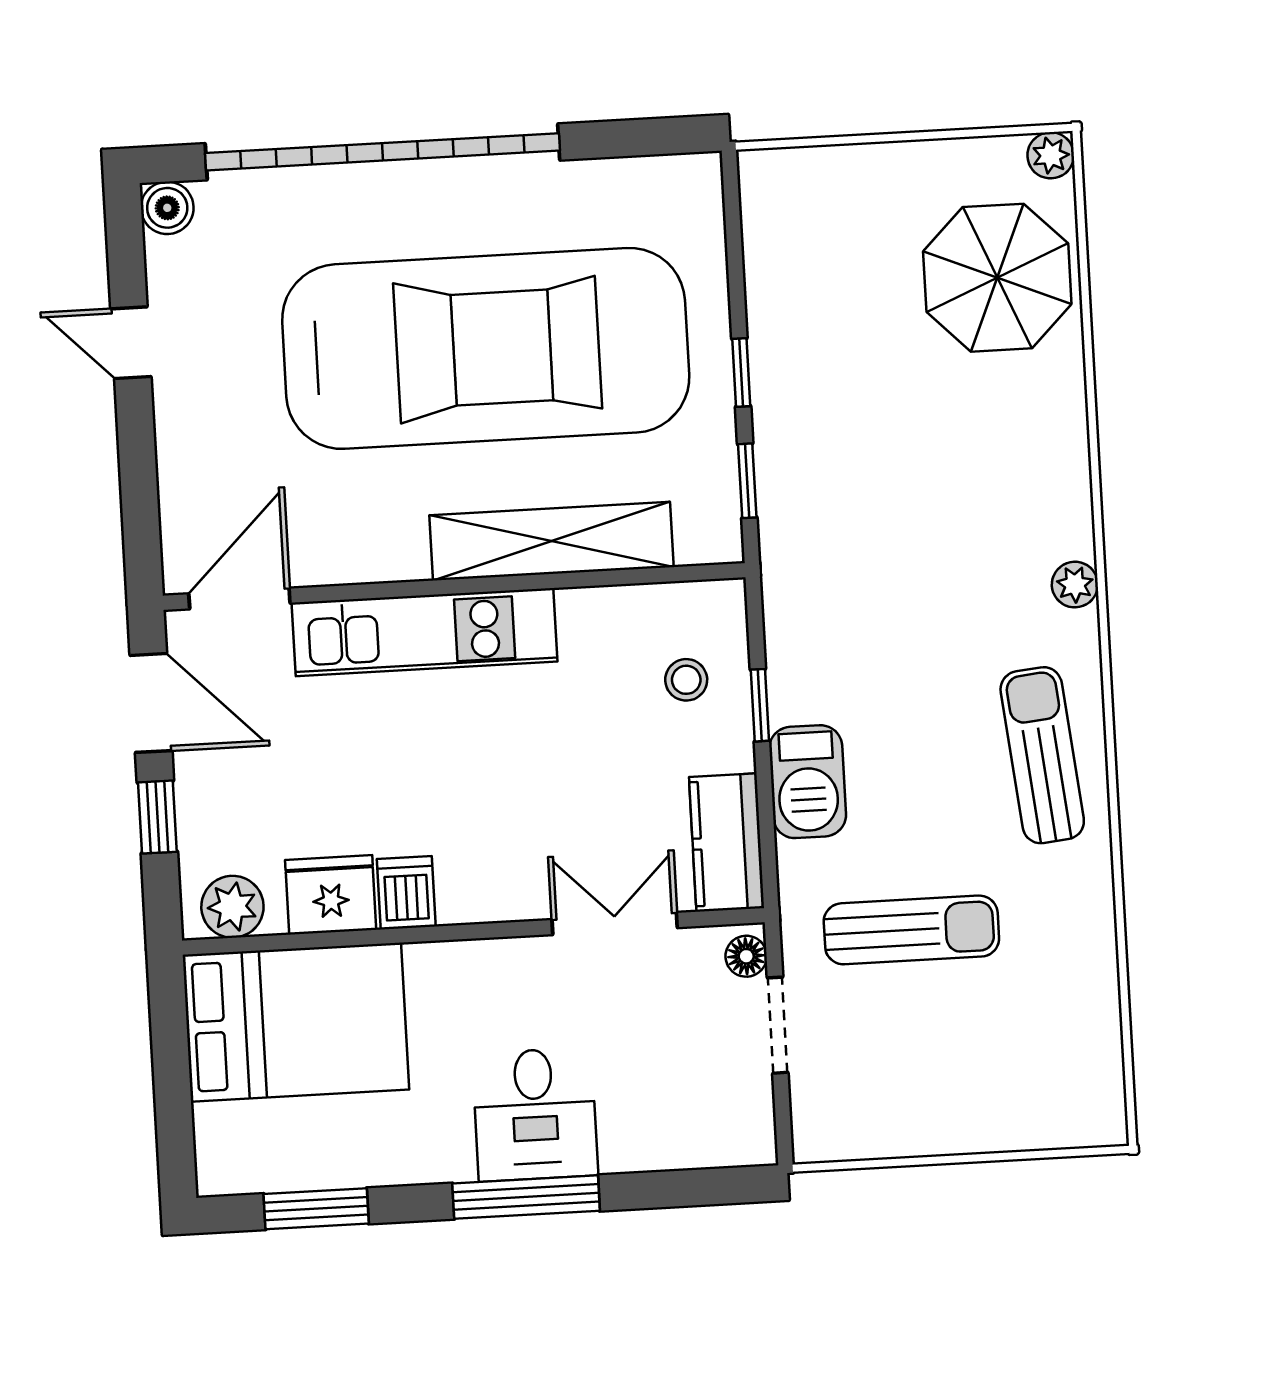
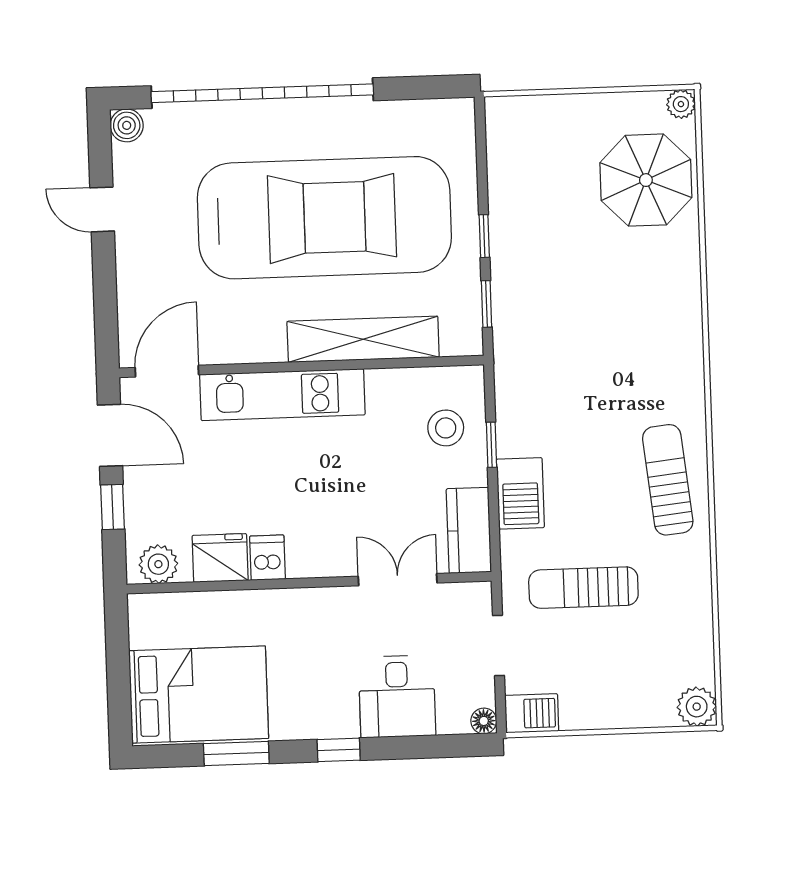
plant: (1075, 585) -> (697, 707), moved, width x1.38, depth x1.38
stool: (686, 680) -> (446, 428), width x1.37, depth x1.37
sun lounger: (911, 930) -> (583, 588), turned 180
floor lamp: (746, 956) -> (484, 721), moved
bed: (296, 1022) -> (199, 695), moved
desk: (535, 1114) -> (397, 696), moved
barbecue: (833, 1132) -> (532, 713), added
window: (526, 1197) -> (339, 750), width x0.46
window: (316, 1209) -> (236, 753), moved

